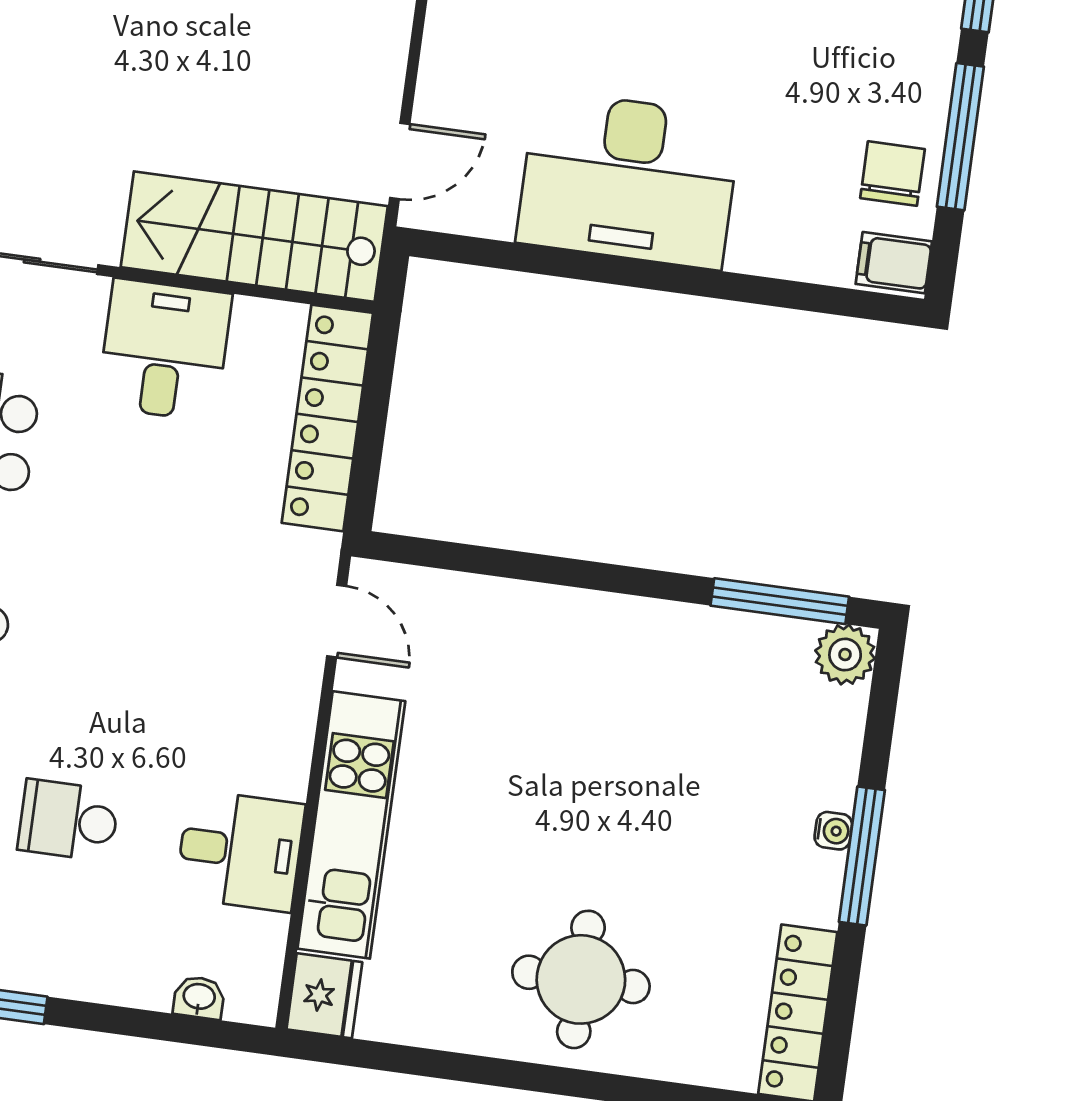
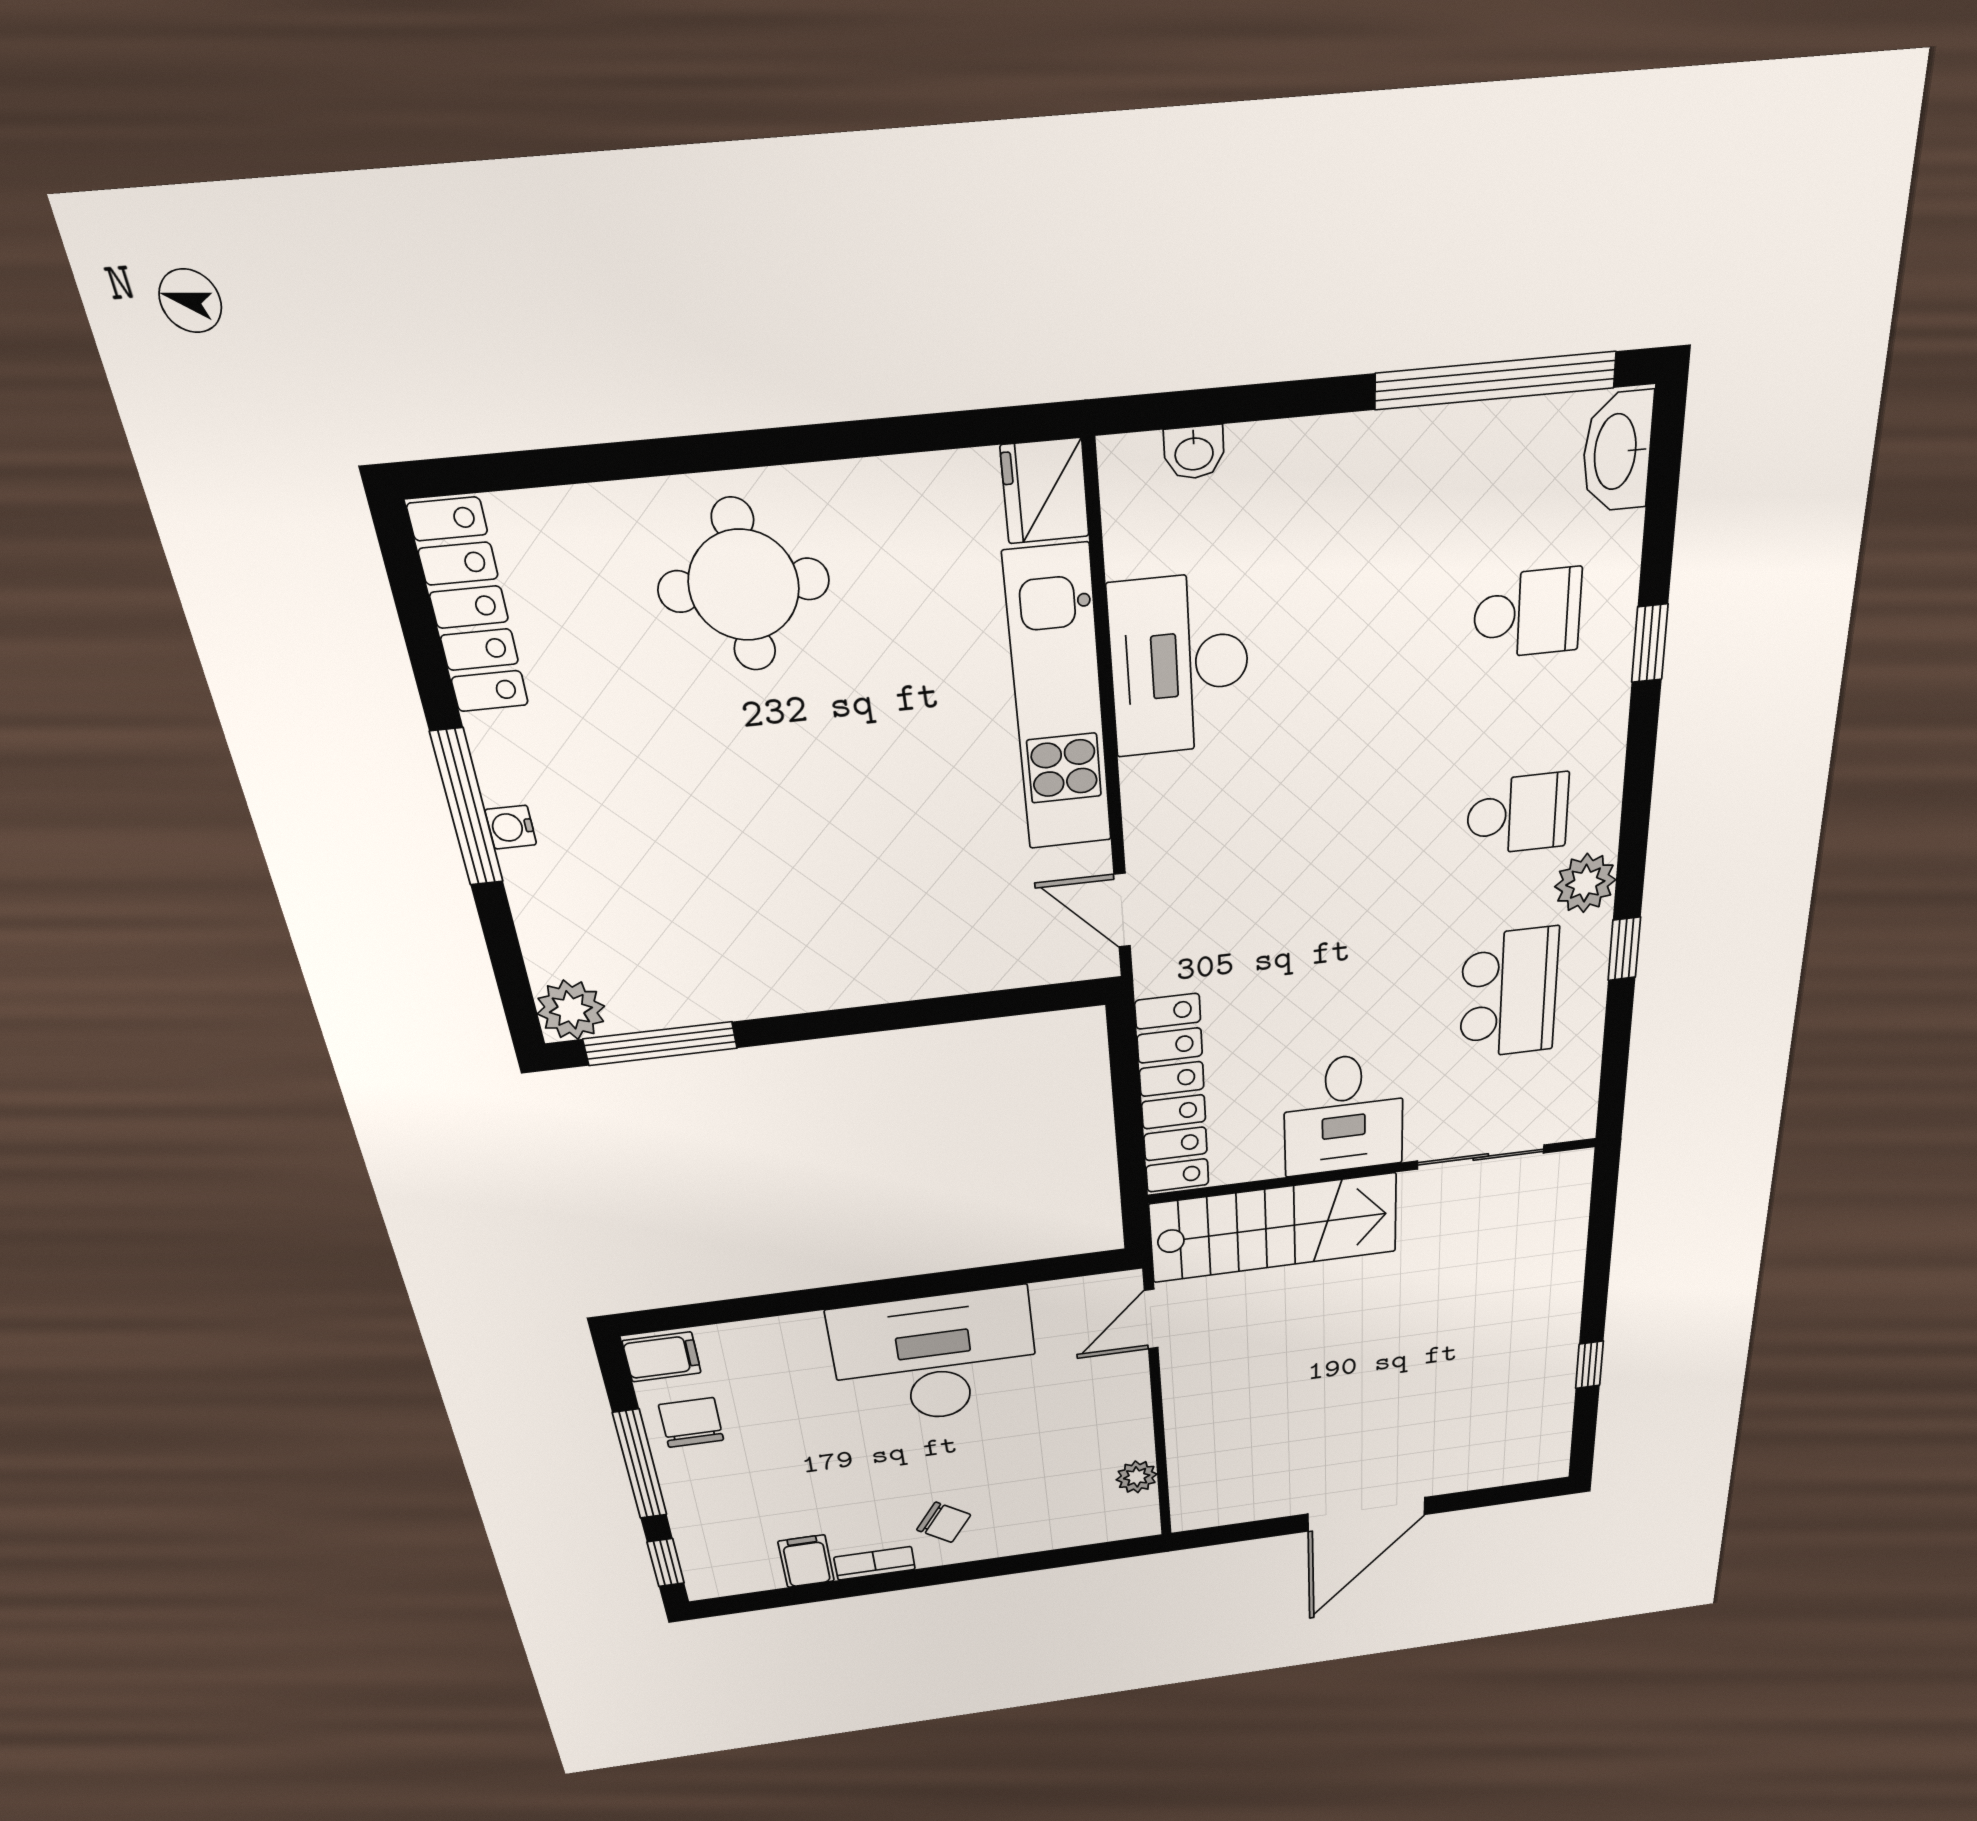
chair: (892, 174) -> (691, 1423), turned 180
school desk: (68, 820) -> (1377, 629), removed
desk: (240, 851) -> (1180, 665), width x1.37

